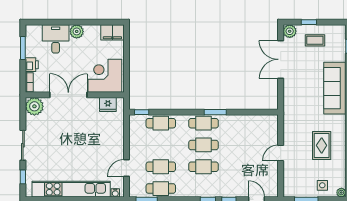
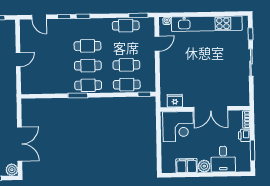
filing cabinet: (112, 32) -> (187, 166), moved
plant: (34, 106) -> (241, 98), removed
cafe table: (161, 167) -> (126, 65), moved

